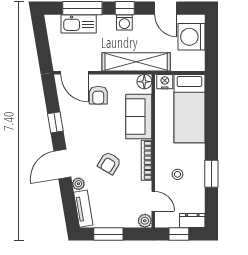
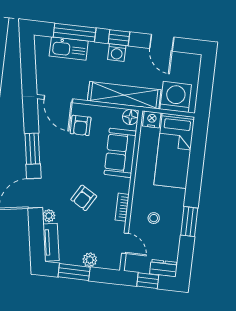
washing machine: (191, 37) -> (176, 97), moved, turned 90
window: (55, 122) -> (32, 149), width x1.50
bookcase: (146, 160) -> (122, 207), width x0.64
plant: (145, 221) -> (90, 260), moved

